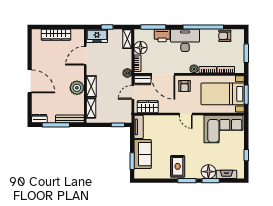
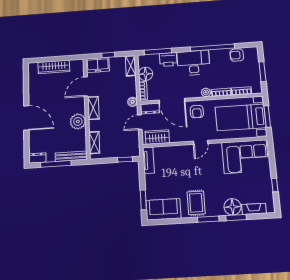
shelving: (91, 86) -> (93, 108), moved
door: (186, 114) -> (201, 142), hinge flipped
sofa: (143, 154) -> (163, 209), moved, turned -90

